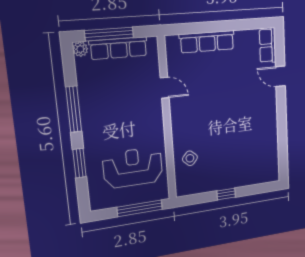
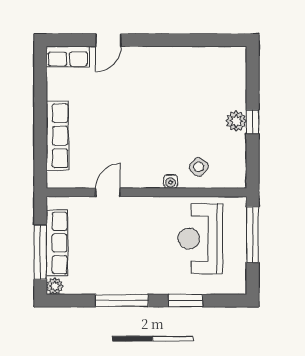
water cooler: (177, 138) -> (171, 181), added
plant: (226, 182) -> (236, 121), added

